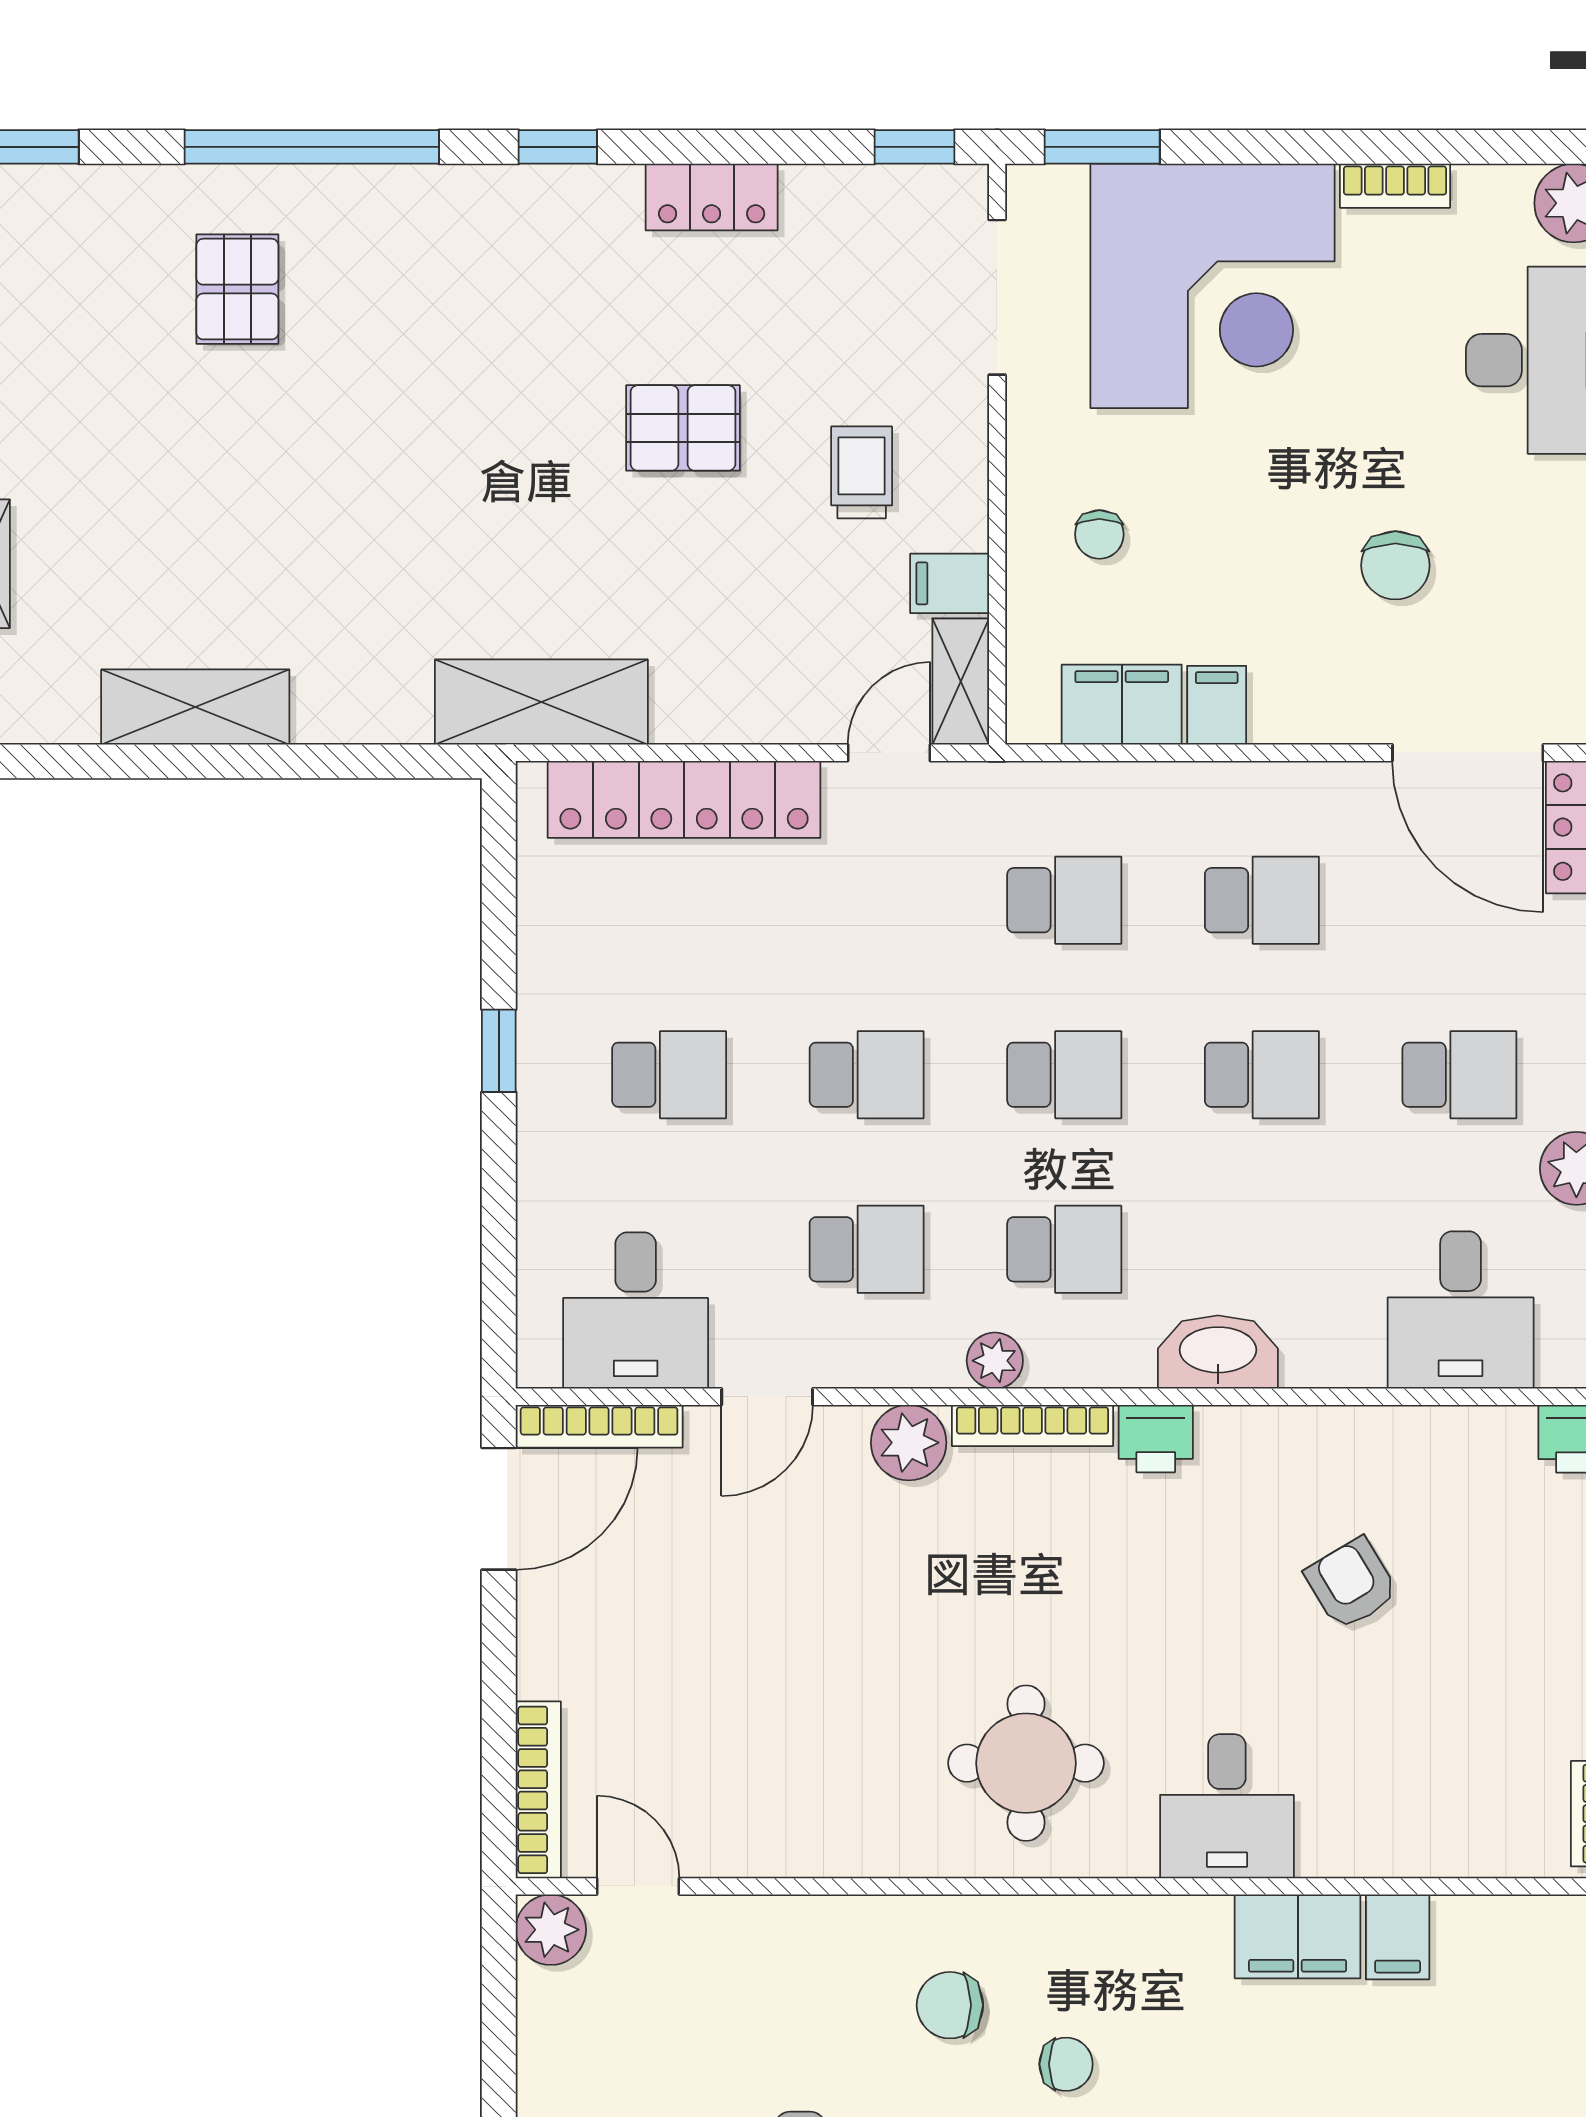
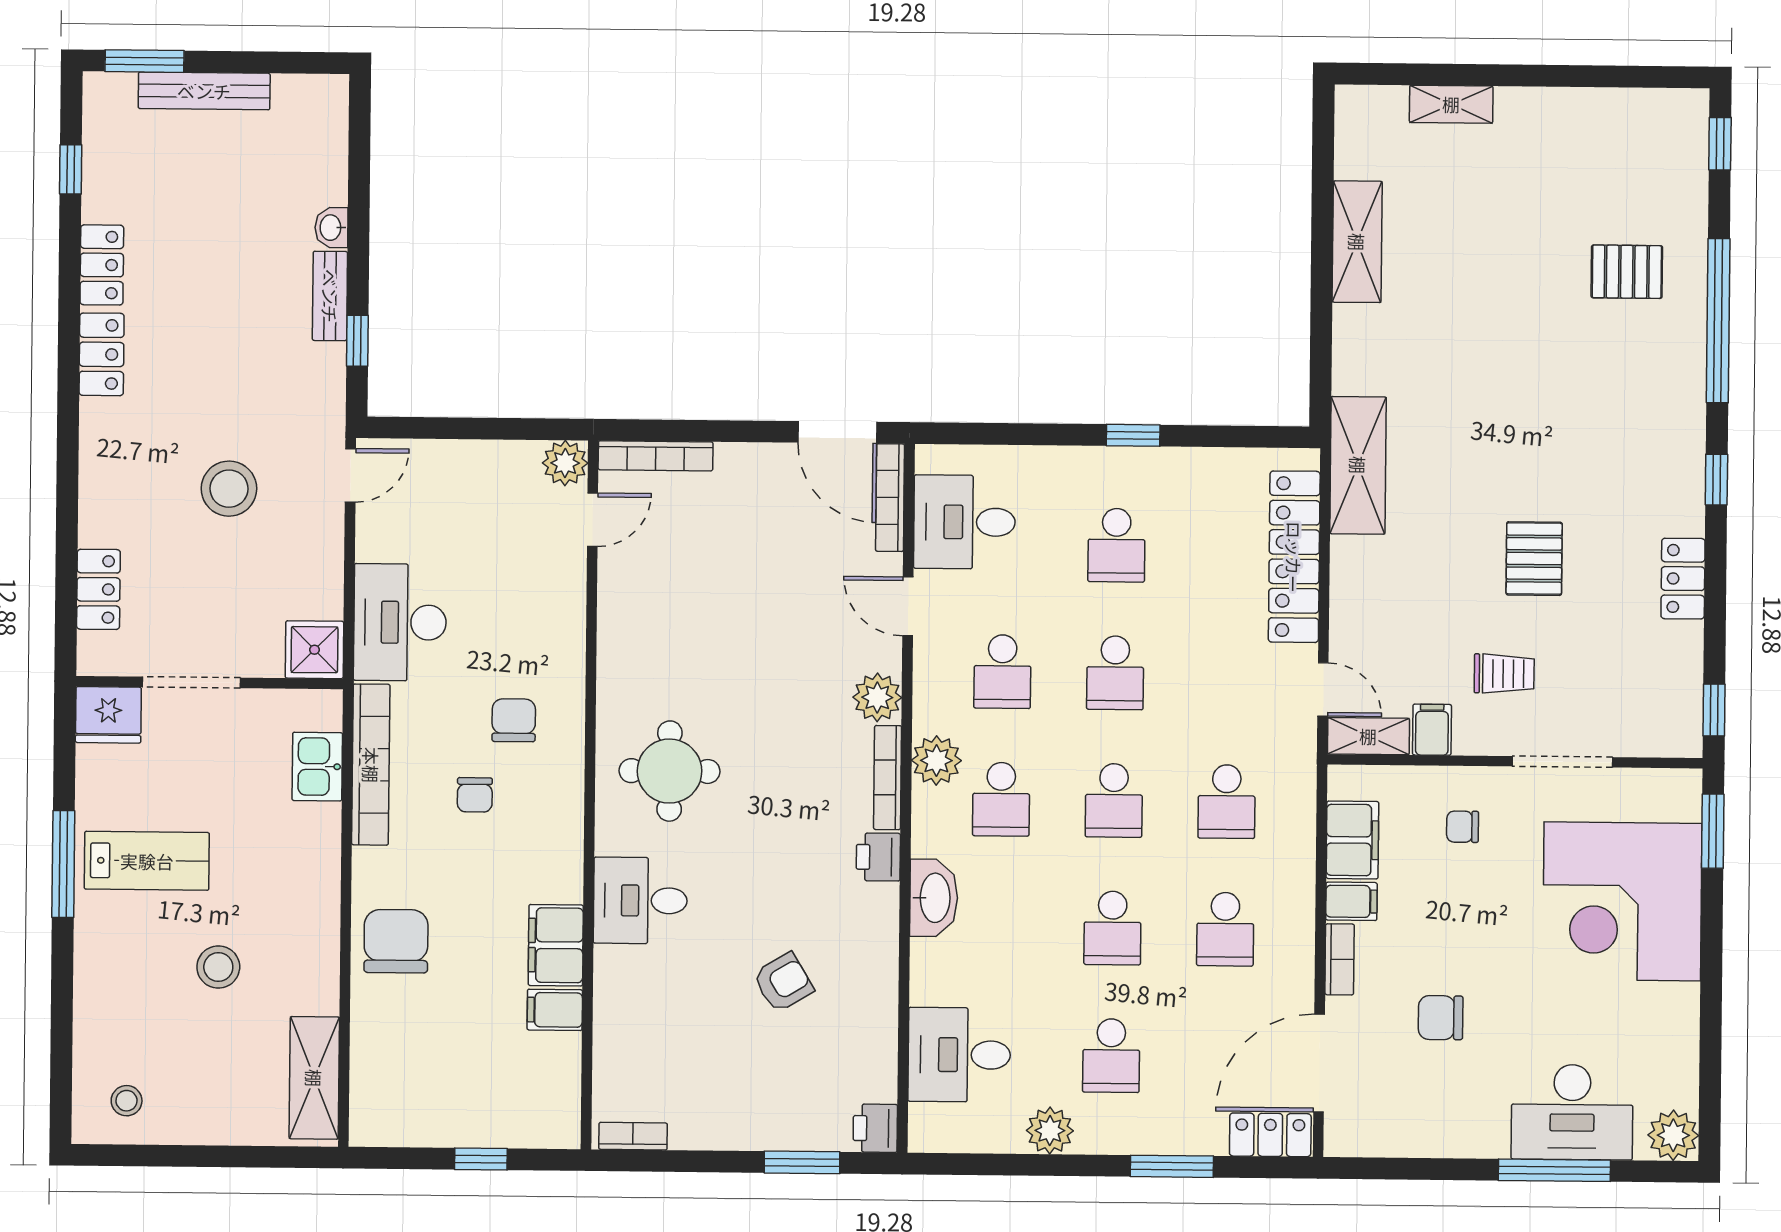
bookcase: (1395, 186) -> (1340, 959), moved, turned 180
doorway: (997, 297) -> (1562, 762), moved
plant: (995, 1361) -> (936, 760), width x1.38, depth x1.38

